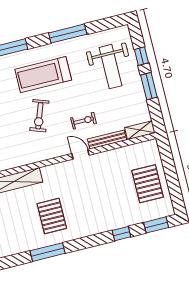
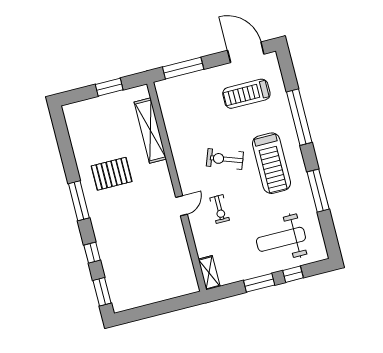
treadmill: (43, 75) -> (271, 163), turned 180
bench: (107, 139) -> (198, 236), removed
pallet: (148, 184) -> (149, 282), removed
window: (48, 252) -> (79, 201), moved

